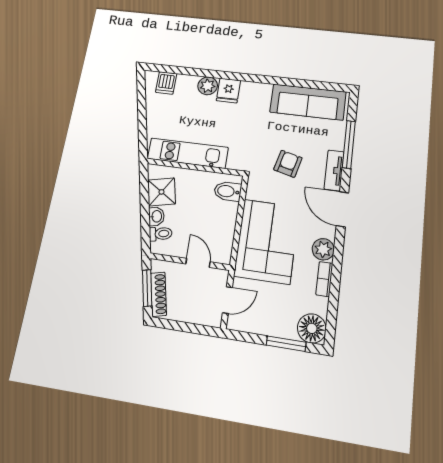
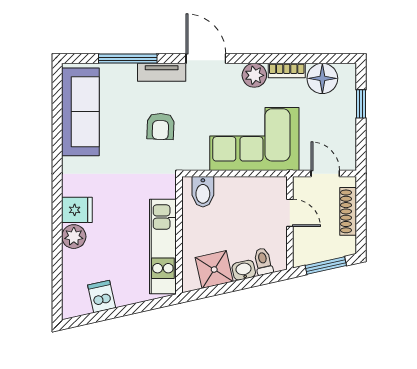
dishwasher: (166, 83) -> (102, 296), moved, turned -103
armchair: (288, 164) -> (160, 126), turned -102
door: (342, 209) -> (206, 59), swing flipped
door: (198, 263) -> (290, 213), swing flipped
shoe rack: (159, 294) -> (348, 211), moved, turned -77
floor lamp: (312, 328) -> (322, 78), moved
window: (286, 344) -> (361, 104), width x0.67

